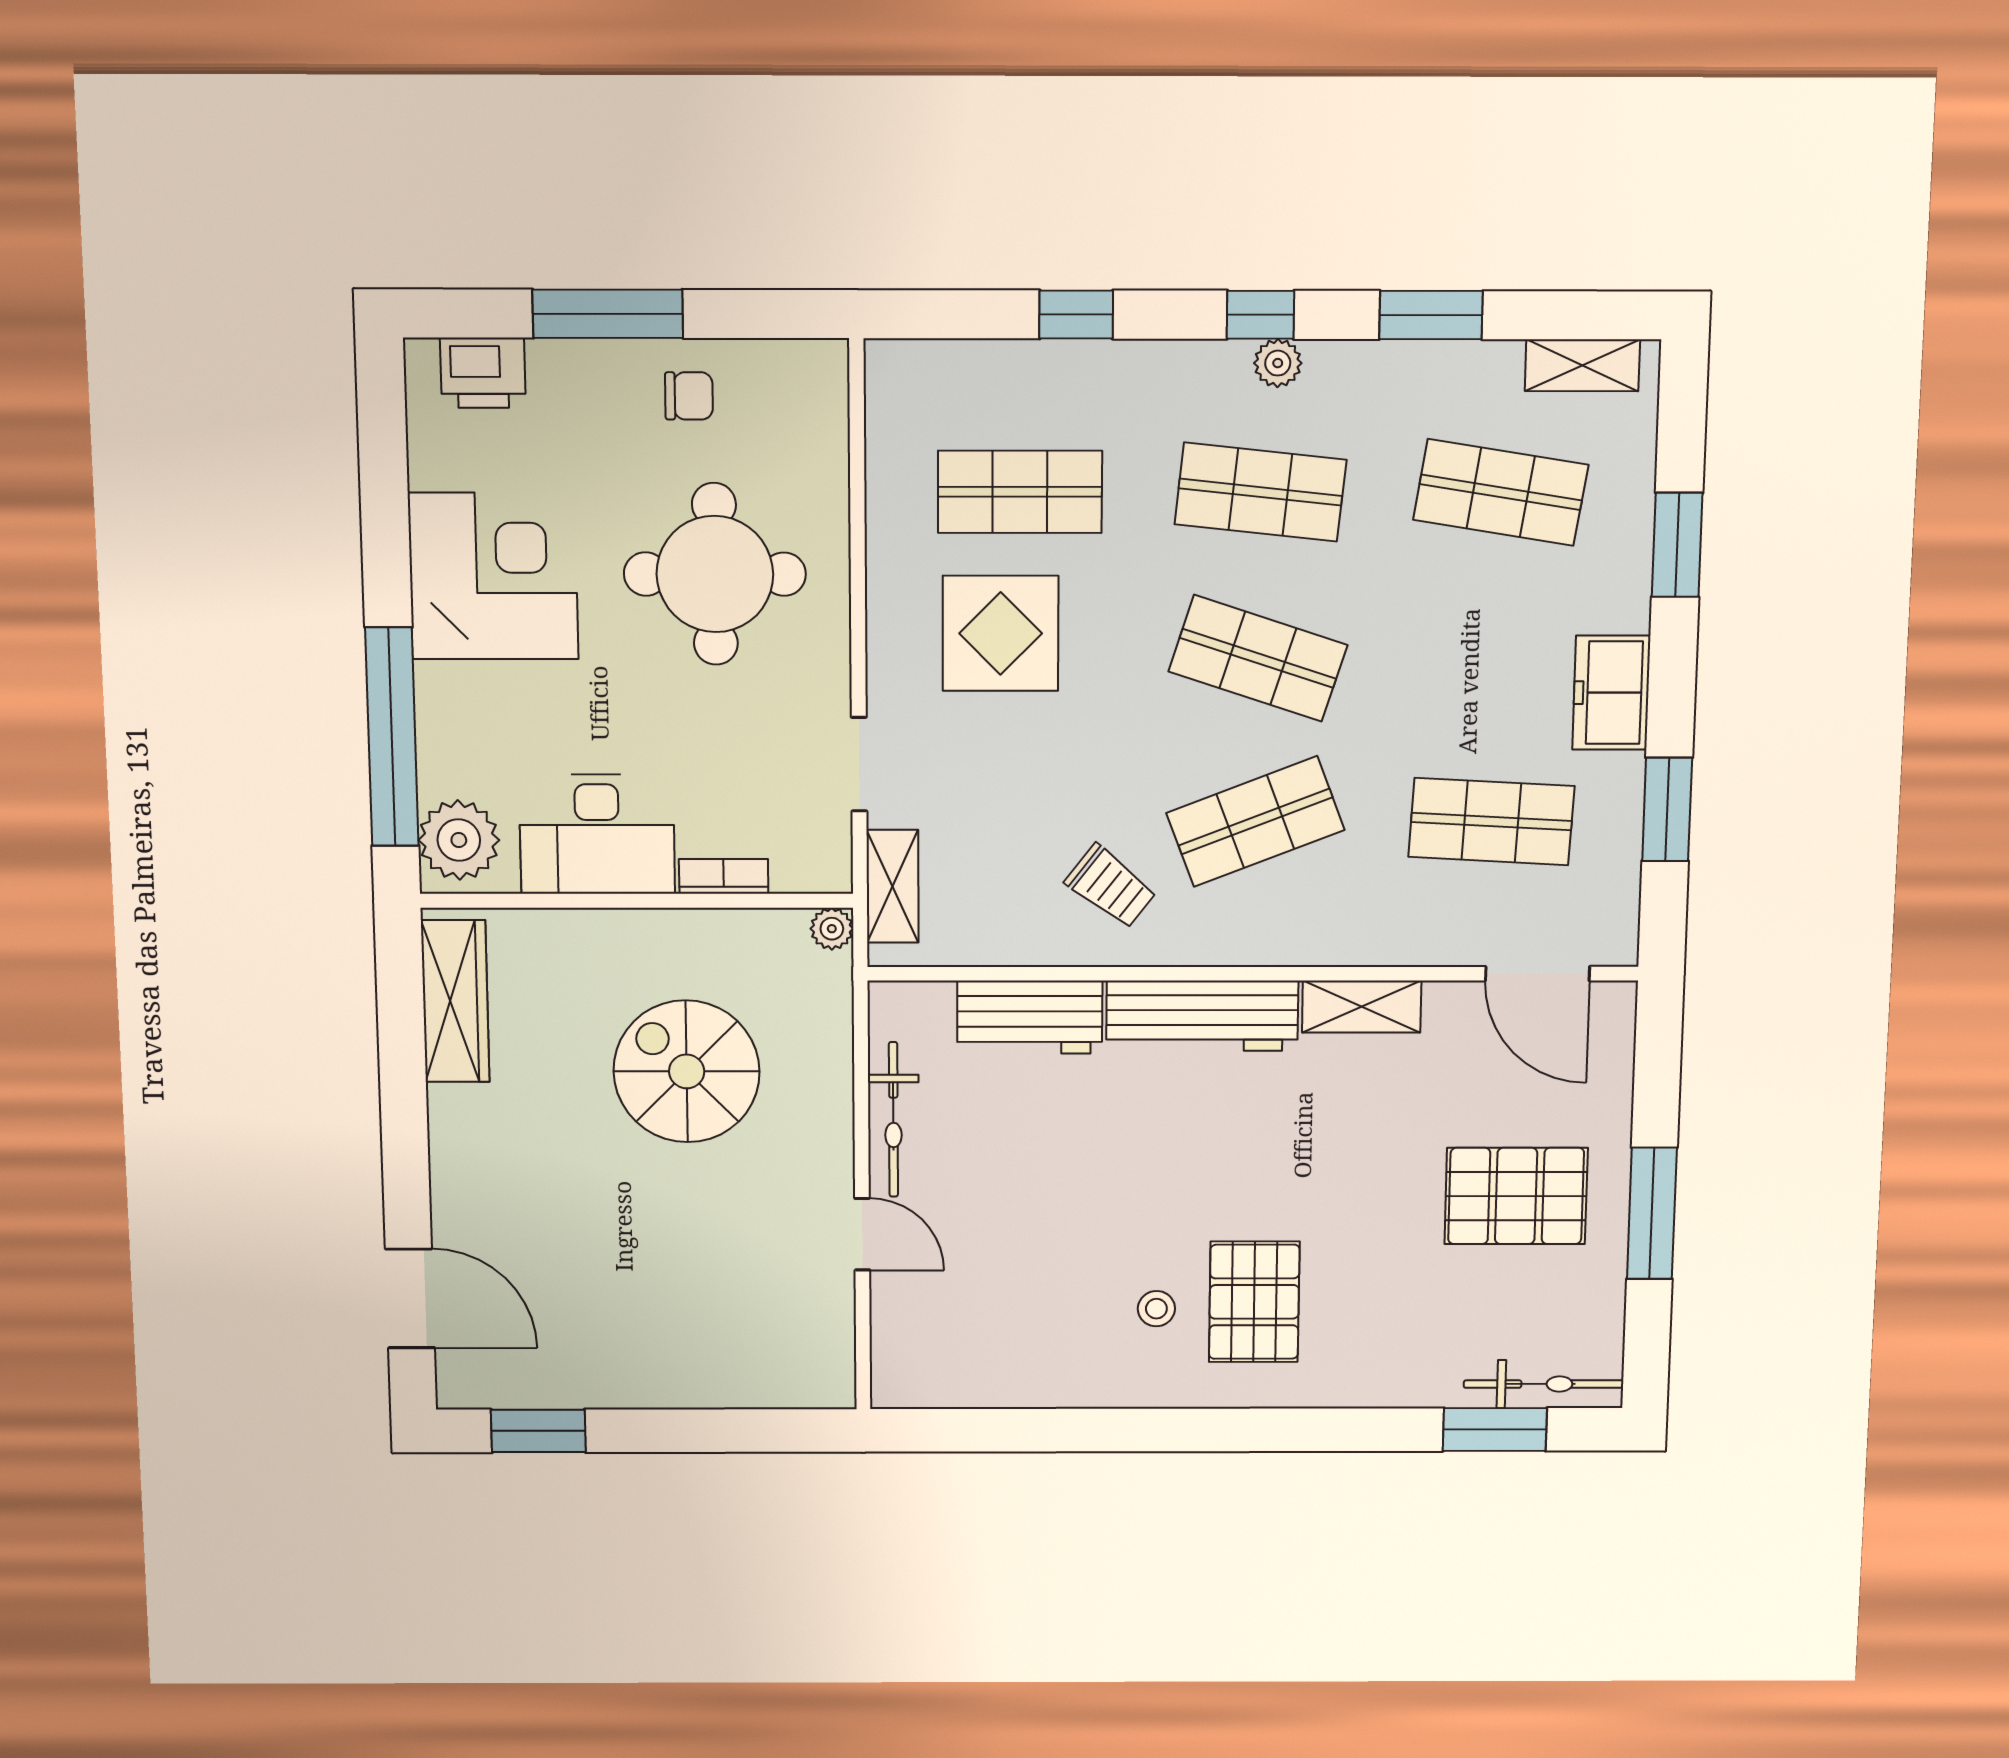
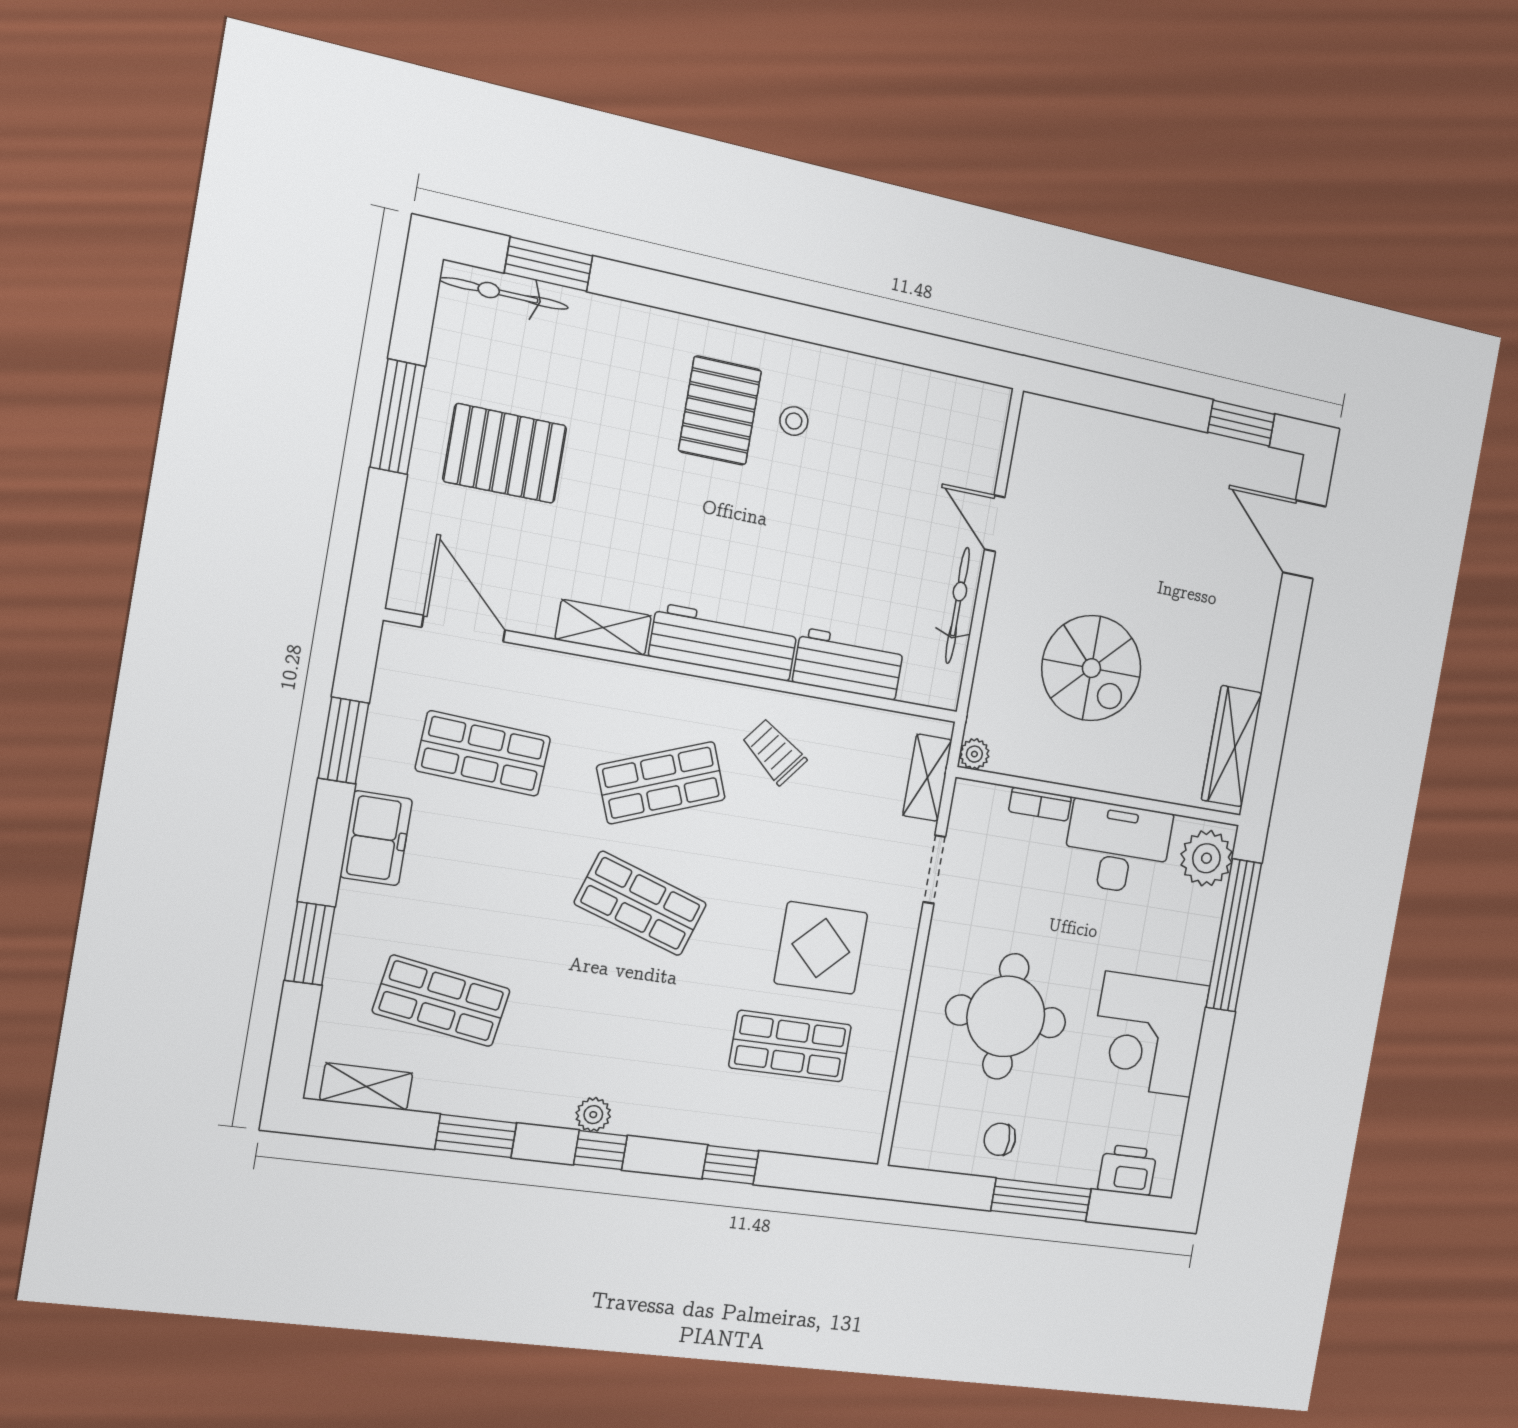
shop shelf: (1260, 492) -> (620, 1024), removed

